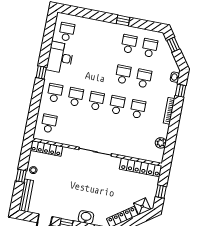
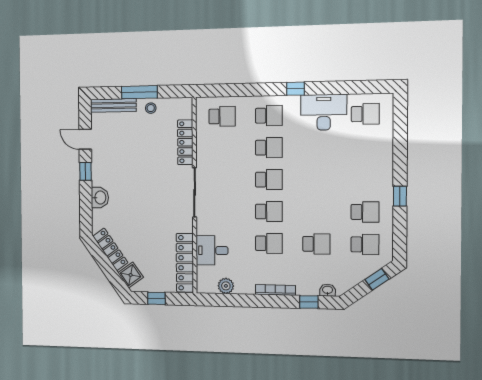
school desk: (123, 74) -> (316, 212), removed
locker: (46, 148) -> (185, 142), moved
desk: (136, 148) -> (212, 250), added
window: (21, 176) -> (139, 92), width x2.17

